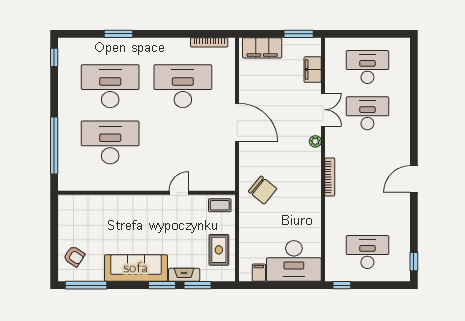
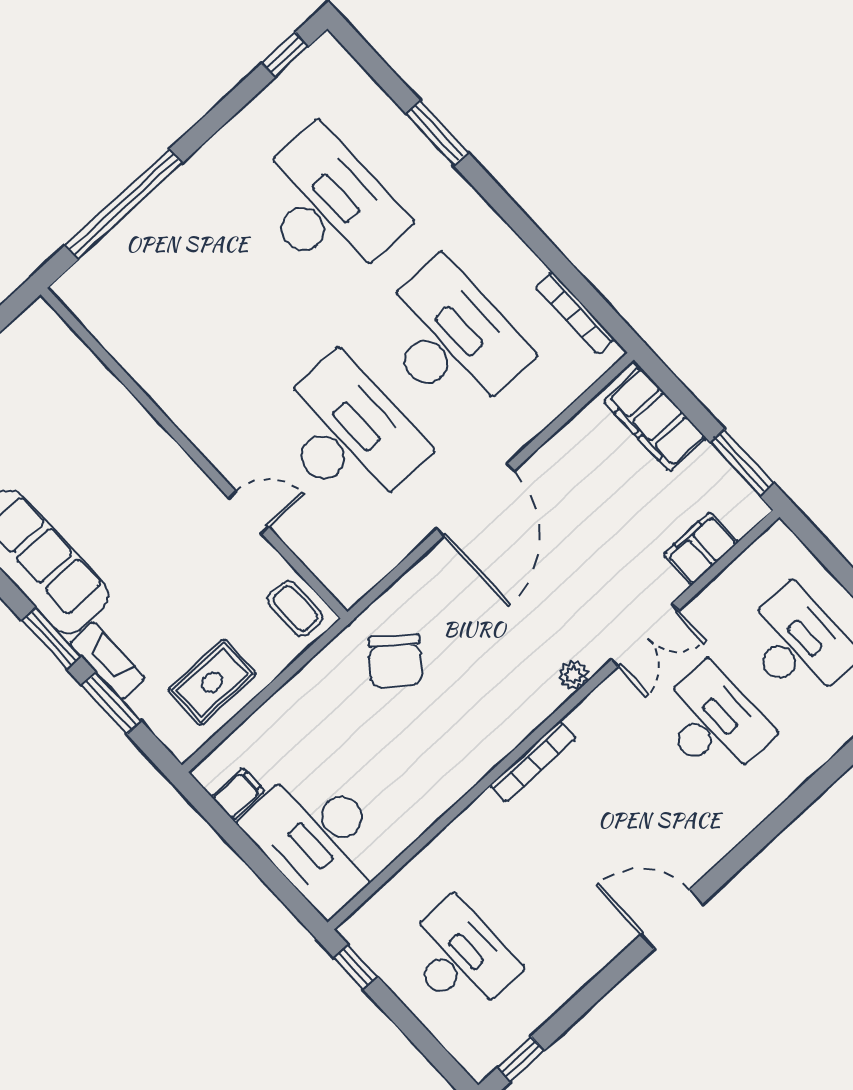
desk: (110, 142) -> (348, 434), moved

